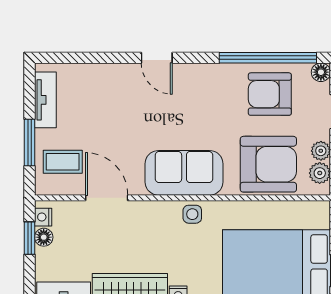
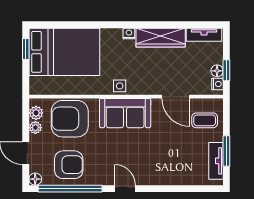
door: (157, 58) -> (125, 189), moved
window: (30, 142) -> (226, 151), moved

